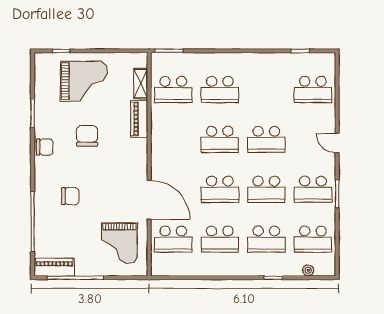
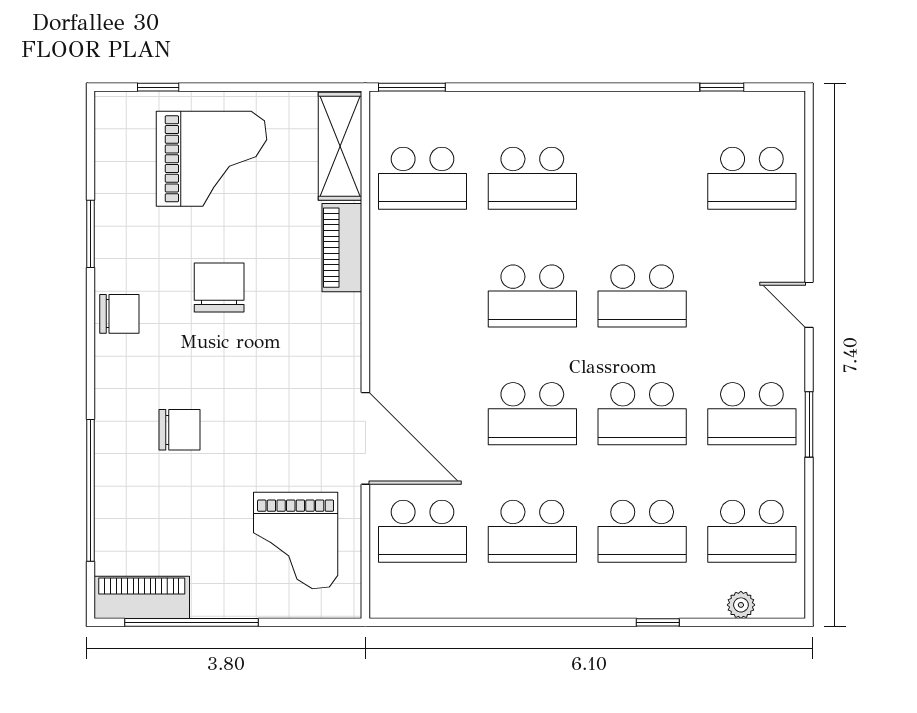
shelving: (141, 84) -> (340, 146), width x1.50, depth x1.33

